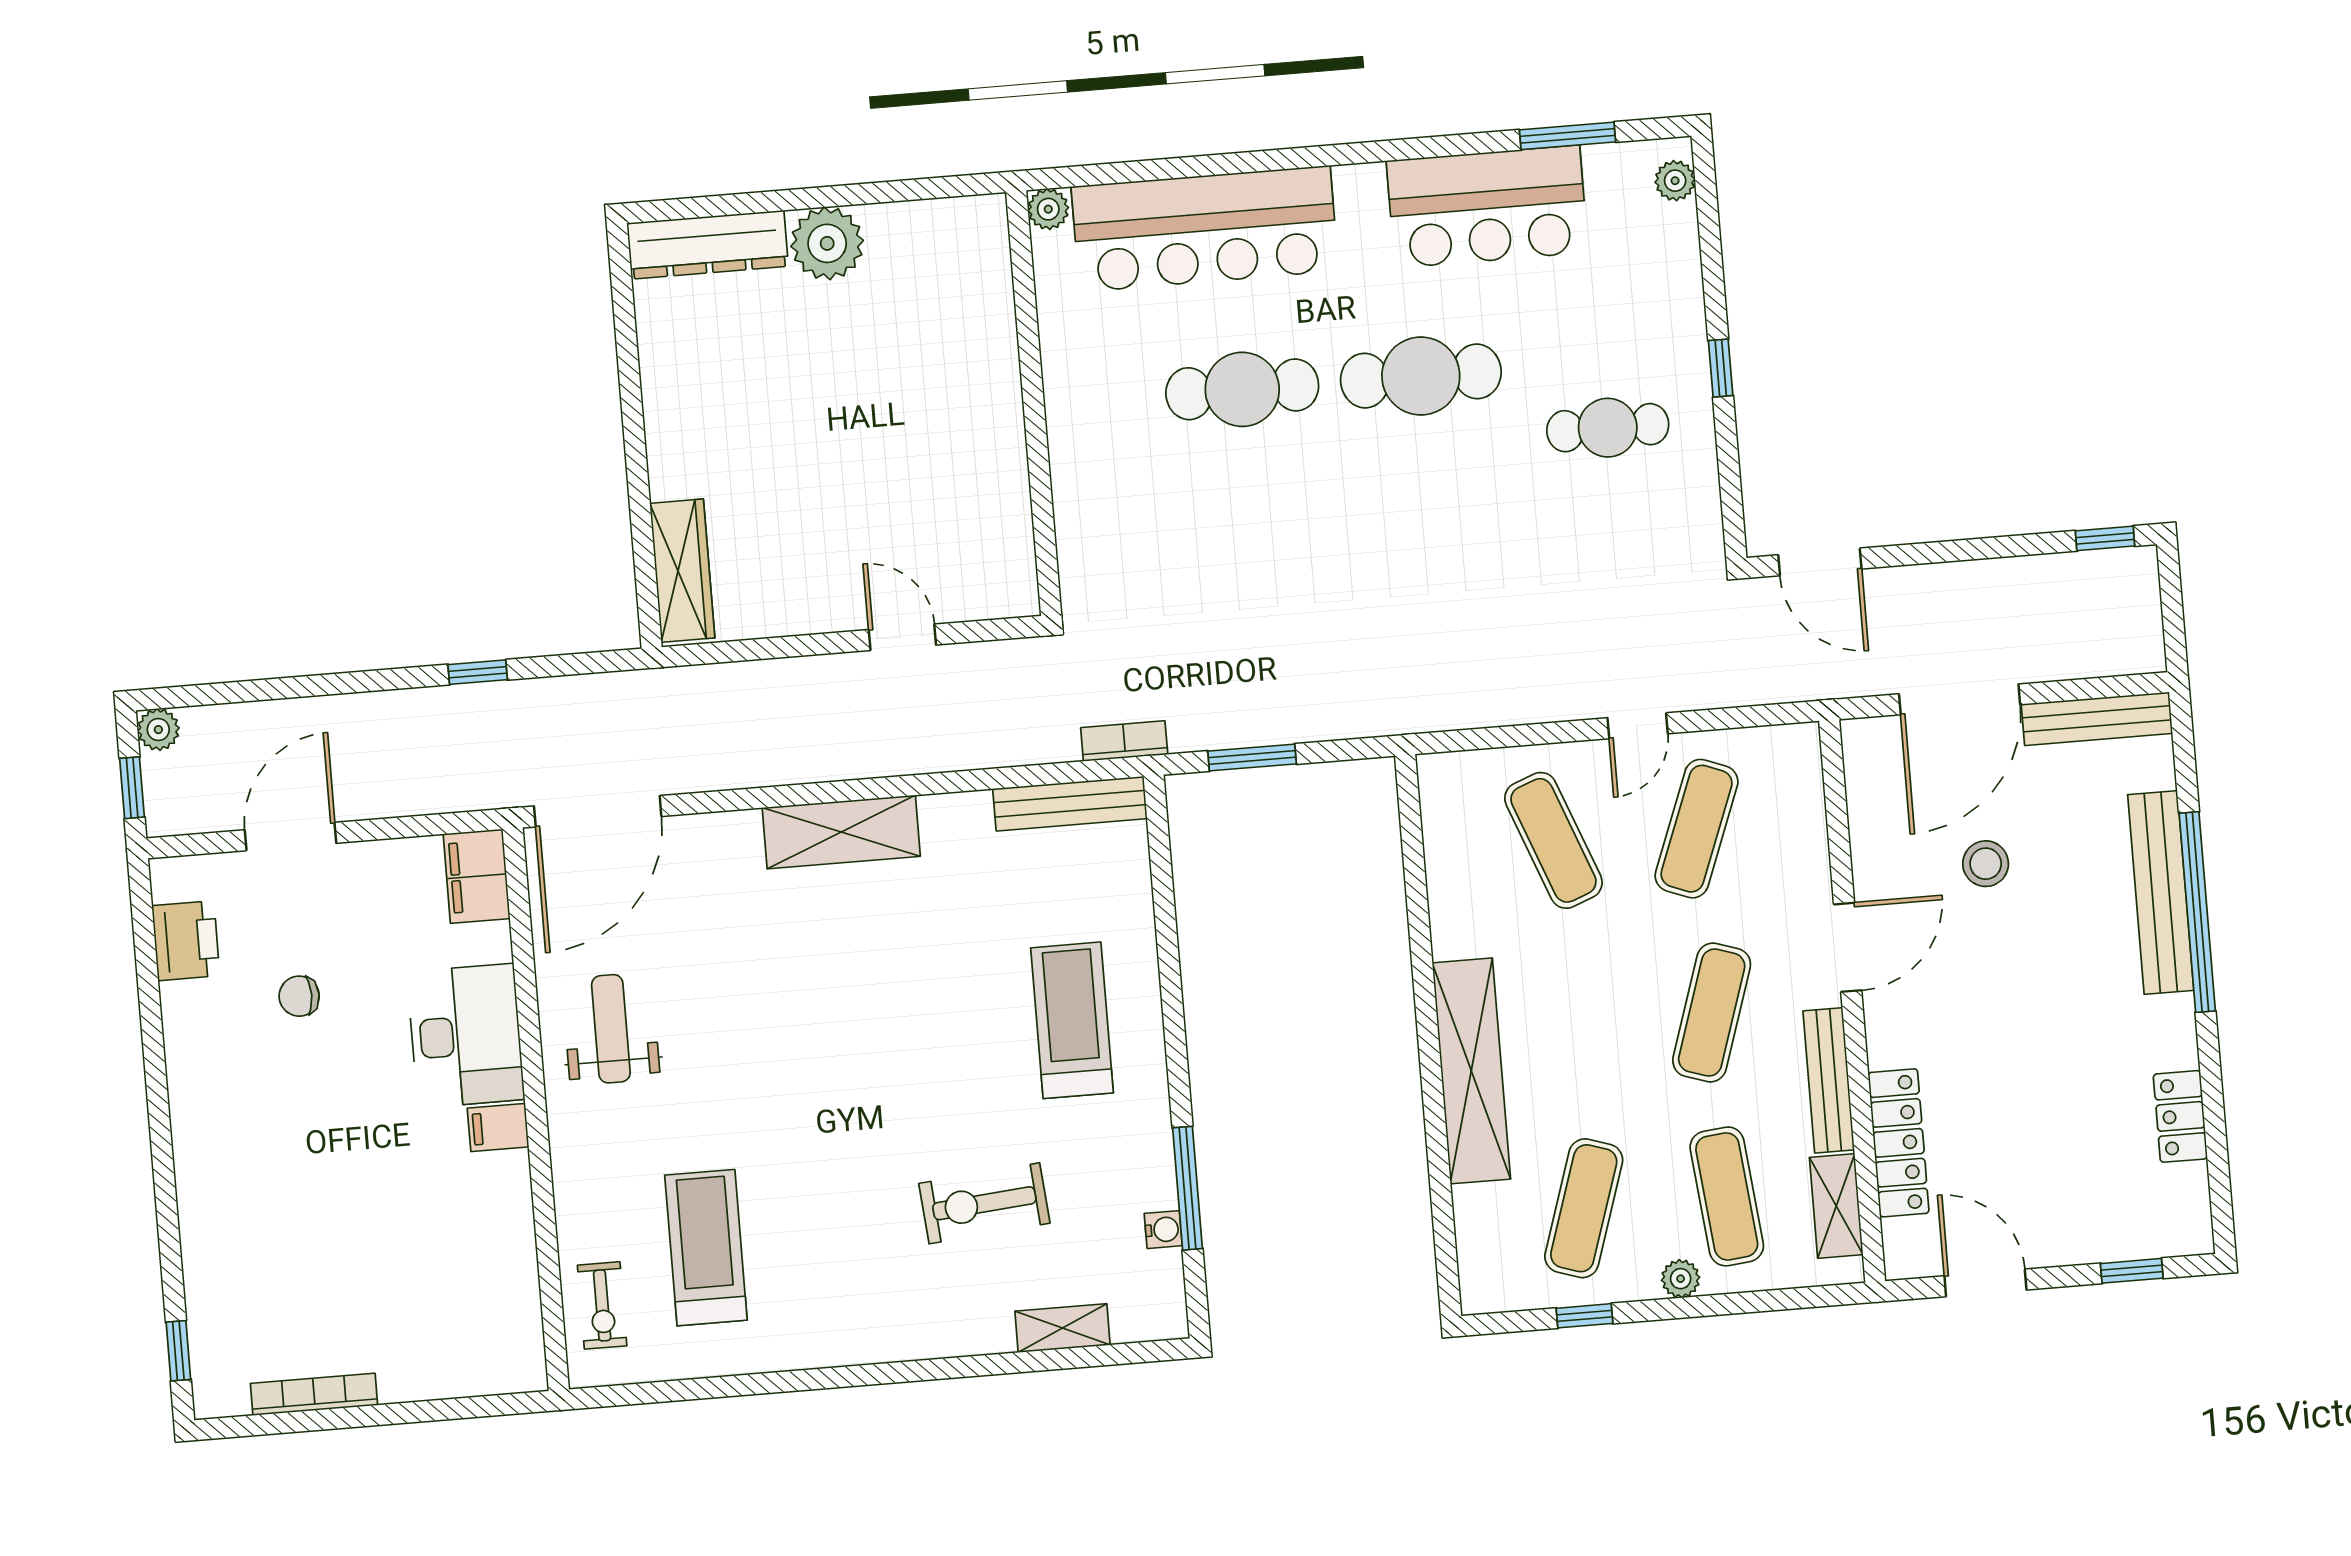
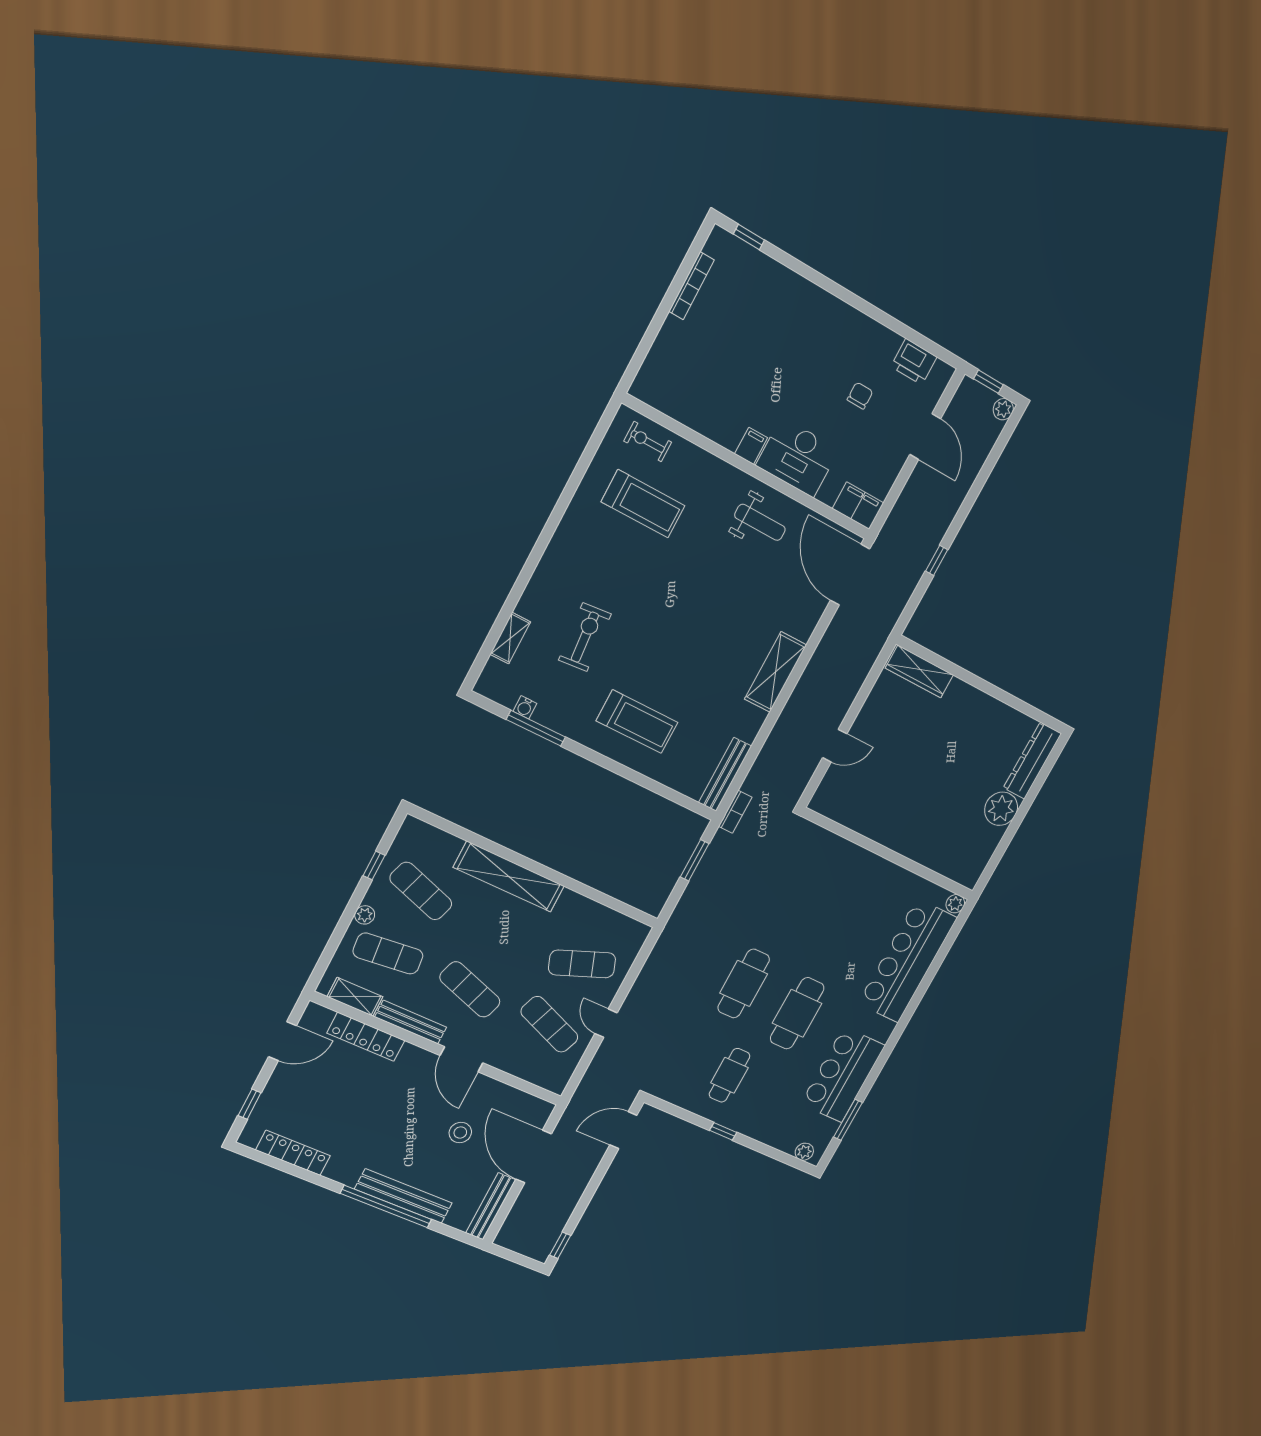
cafe table: (1242, 389) -> (744, 984), moved
locker: (2180, 1116) -> (293, 1153), width x1.53

